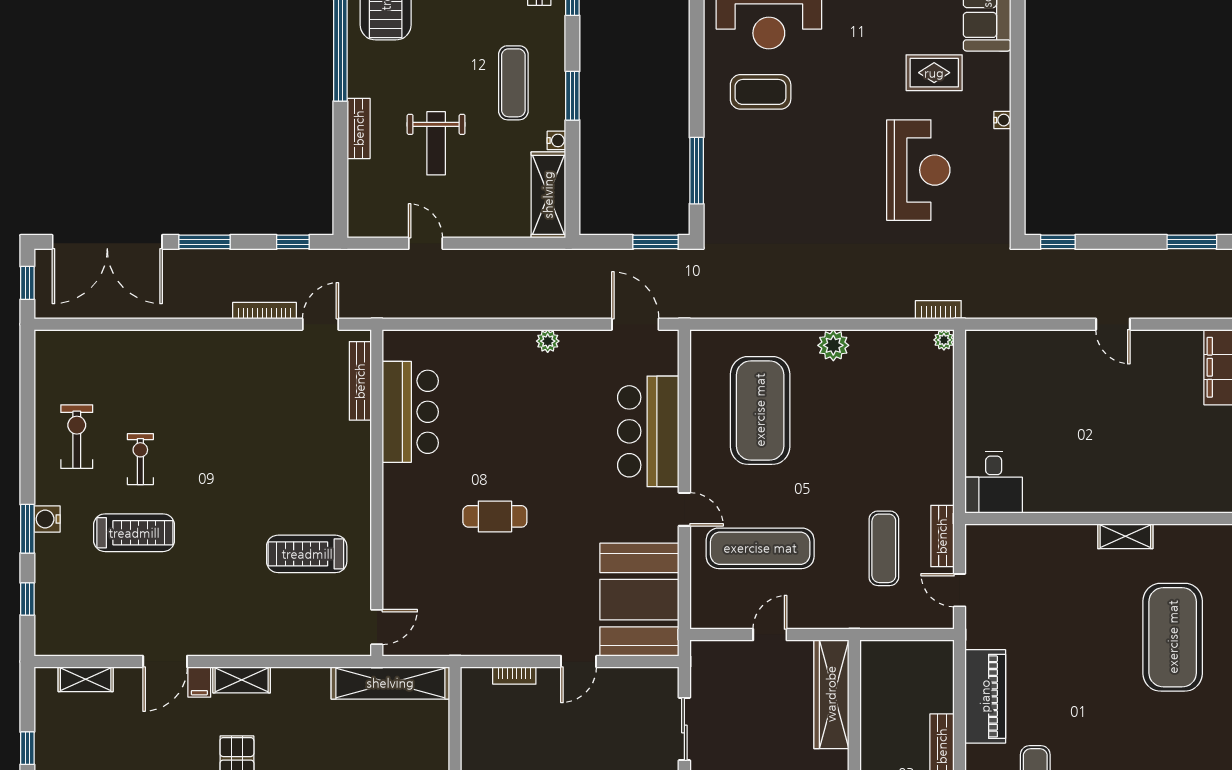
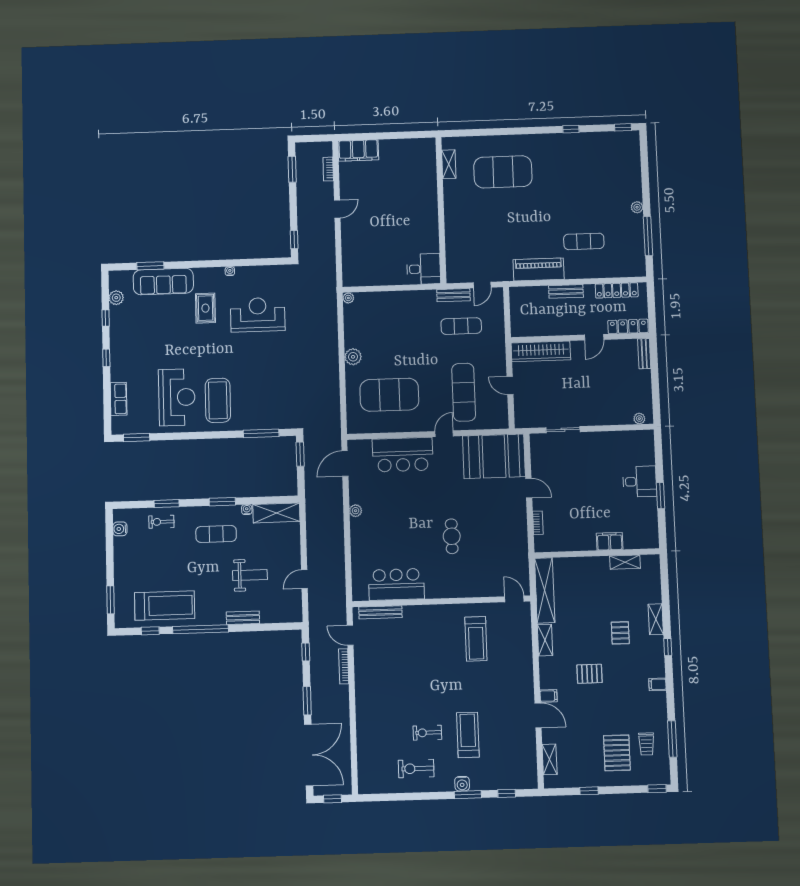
coffee table: (761, 92) -> (218, 400), width x1.36, depth x1.32
bookcase: (938, 310) -> (328, 169), moved
shelving: (1125, 536) -> (449, 164), moved
shelving: (242, 680) -> (545, 640), moved

